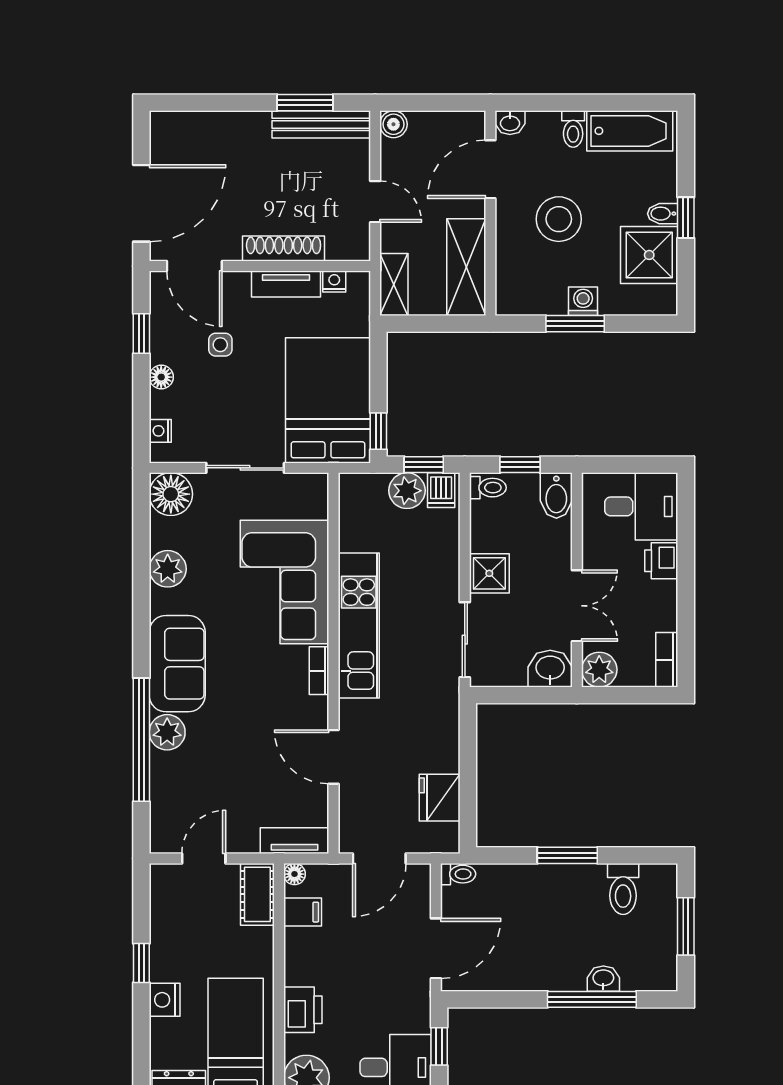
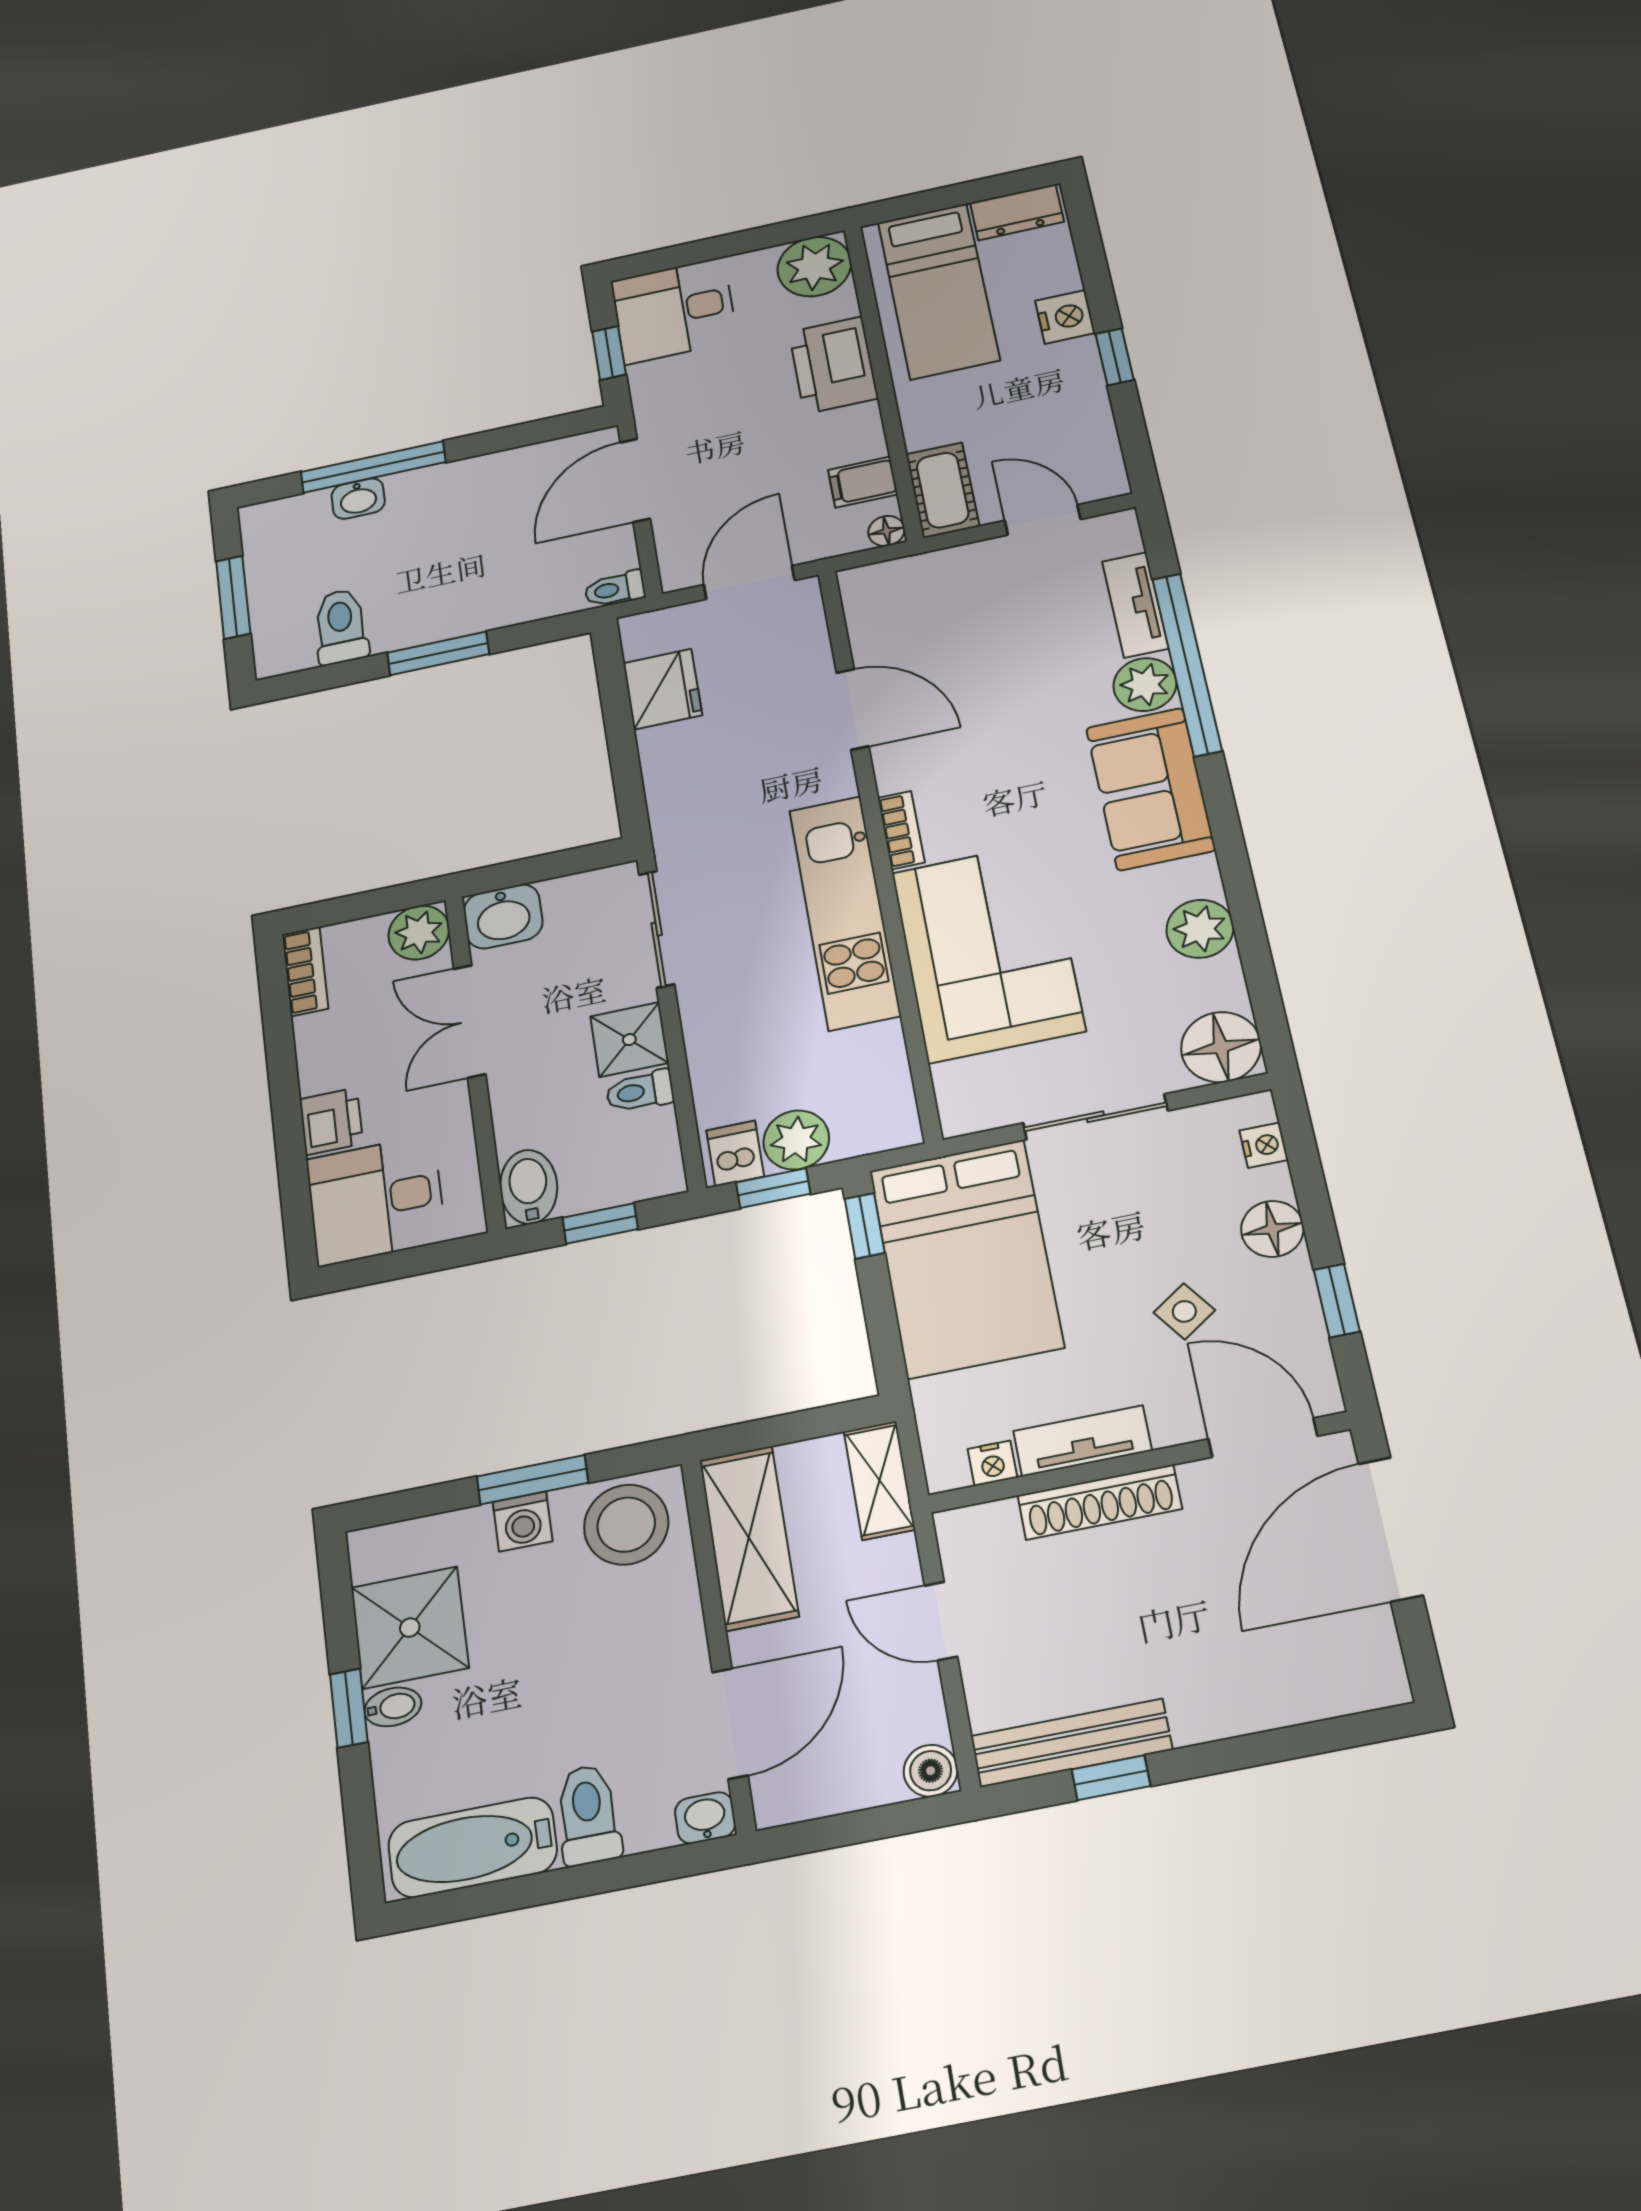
window: (305, 103) -> (1111, 1778), width x0.67
toilet: (573, 129) -> (588, 1815), width x1.37, depth x1.39
stool: (559, 219) -> (626, 1525), moved
side table: (220, 345) -> (1184, 1311), turned -35
floor lamp: (161, 377) -> (1272, 1229), width x1.37, depth x1.37
toilet: (488, 488) -> (640, 1091), moved
tv unit: (294, 841) -> (1135, 605), moved, turned 90
door: (204, 859) -> (1043, 520), swing flipped
printer: (303, 1010) -> (833, 365), width x1.37, depth x1.19

